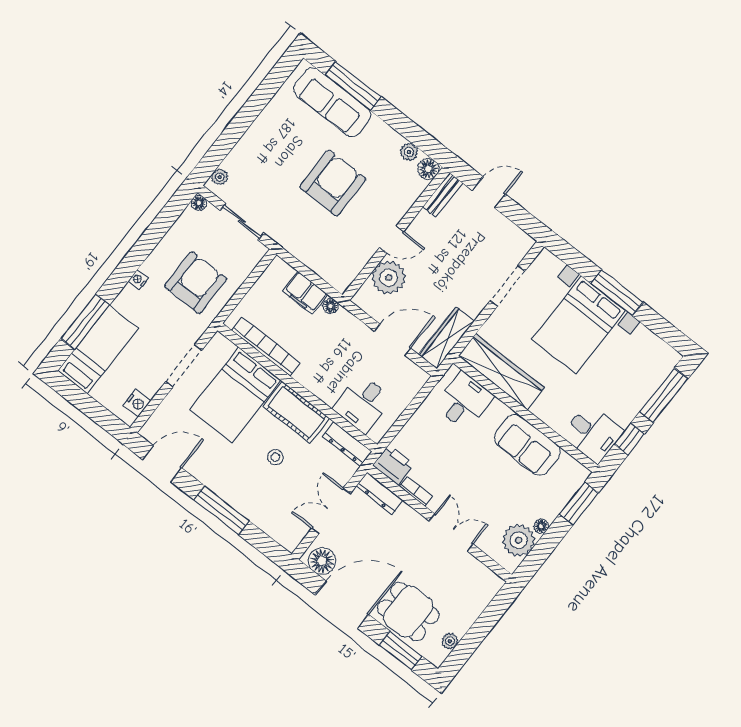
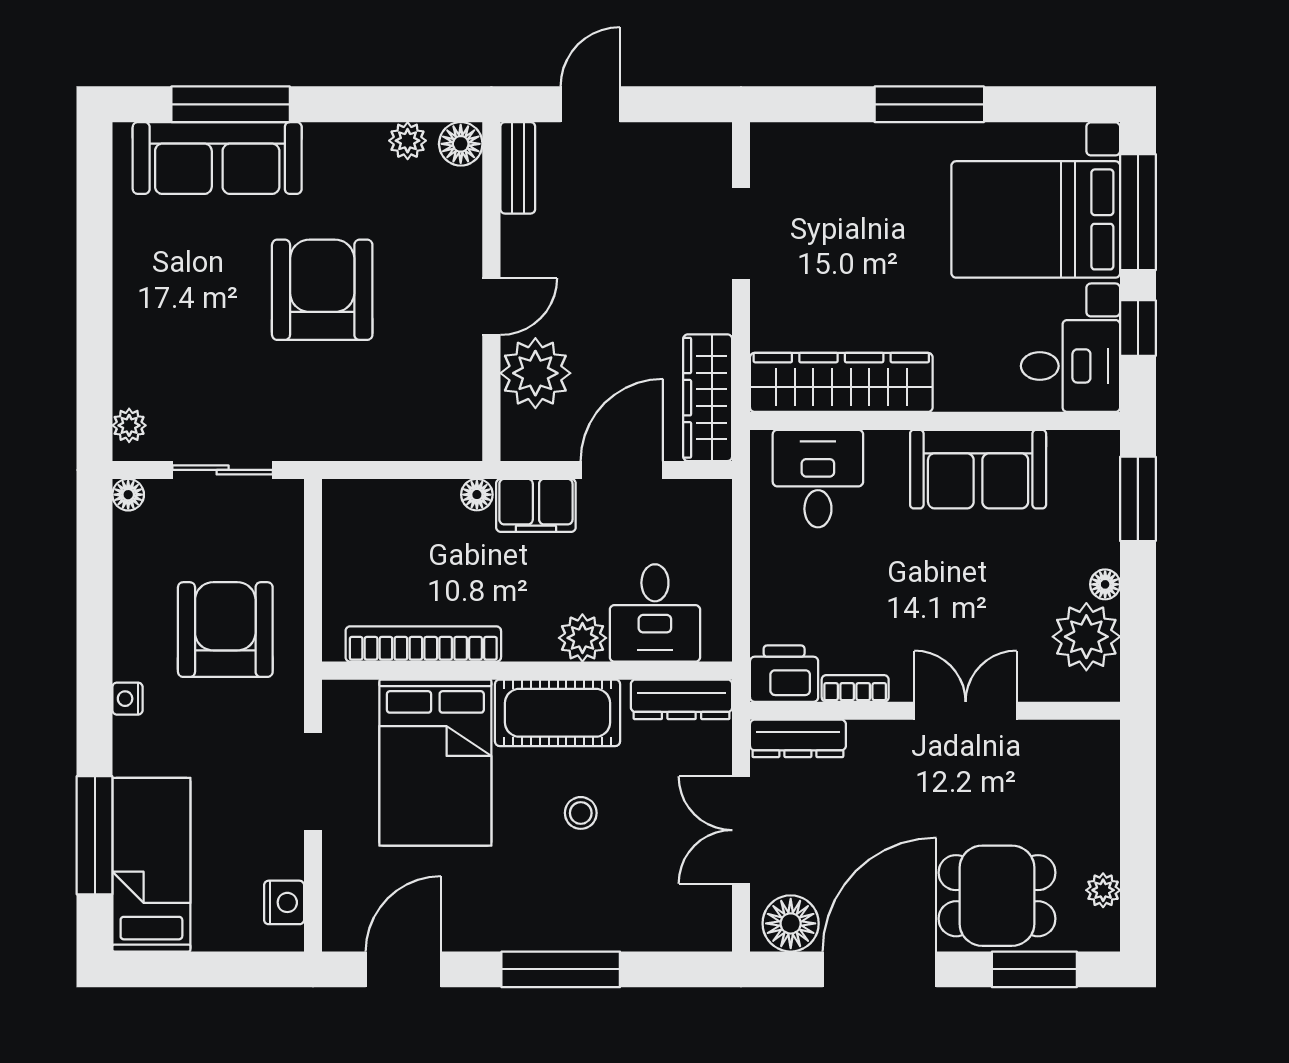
filing cabinet: (305, 293) -> (536, 505), moved
bed with nightstands: (579, 325) -> (1036, 219), moved, turned 90
plant: (328, 392) -> (582, 638), added

